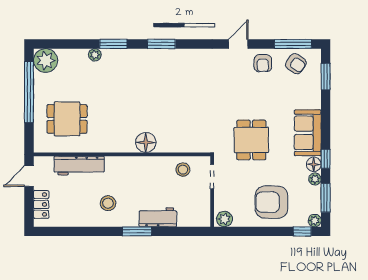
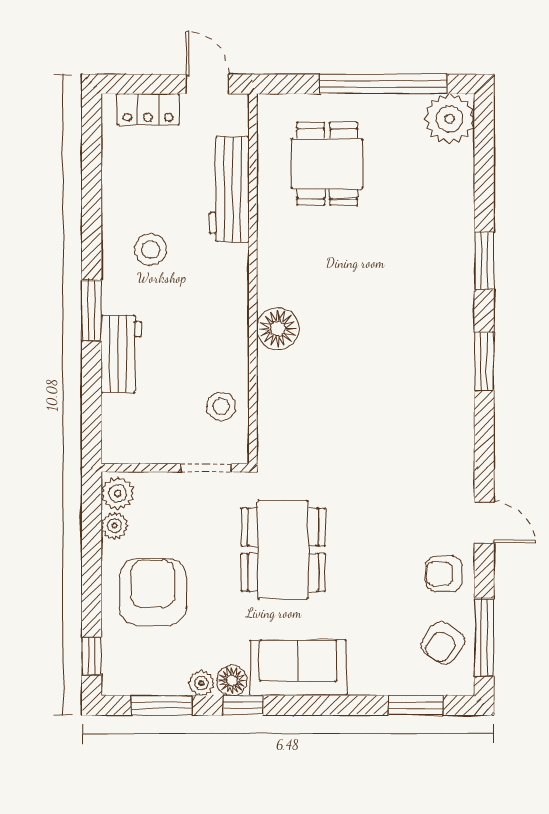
plant: (95, 55) -> (462, 222), removed
dining table: (251, 140) -> (283, 550), width x1.38
plant: (315, 220) -> (114, 526), moved

